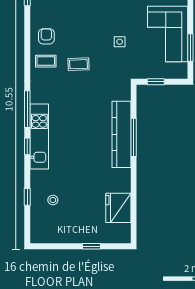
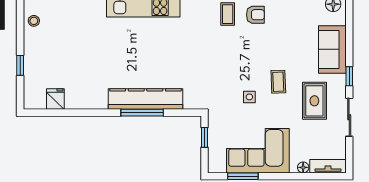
coffee table: (78, 64) -> (278, 82), moved
stool: (53, 200) -> (34, 21), moved
fridge: (118, 208) -> (55, 99), width x0.53, depth x0.75

